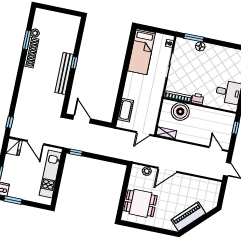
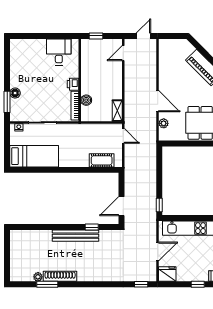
window: (74, 63) -> (92, 227), moved
boiler: (180, 112) -> (86, 100), width x0.54, depth x0.54

